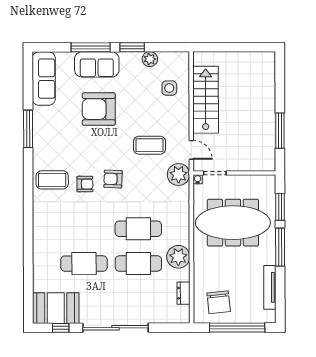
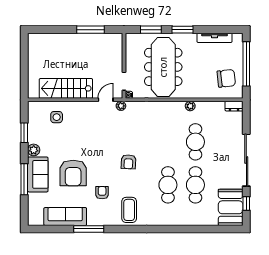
window: (132, 47) -> (24, 133), moved
plant: (150, 59) -> (34, 150), moved
sofa: (44, 79) -> (65, 216), moved
coffee table: (149, 145) -> (102, 133), removed
plant: (178, 175) -> (121, 106), width x0.53, depth x0.53
armchair: (85, 184) -> (102, 193), moved
cafe table: (138, 229) -> (168, 185), moved
window: (280, 247) -> (183, 30), width x0.69
plant: (178, 257) -> (190, 106), width x0.53, depth x0.53
dresser: (184, 293) -> (234, 106), moved

